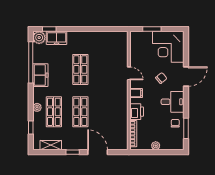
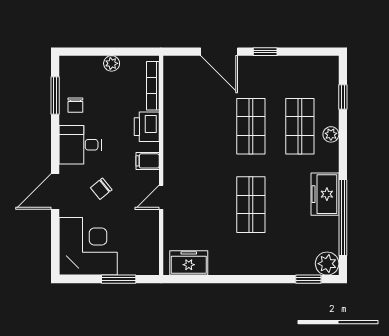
freezer: (57, 38) -> (189, 263), moved
door: (129, 73) -> (161, 197), hinge flipped
shelving: (51, 145) -> (306, 64), removed

